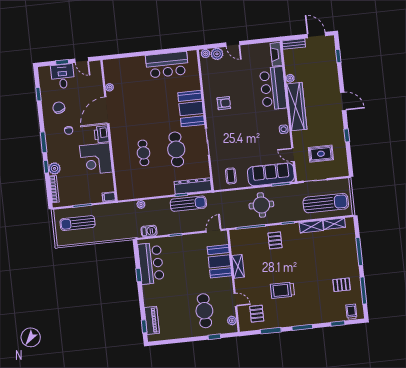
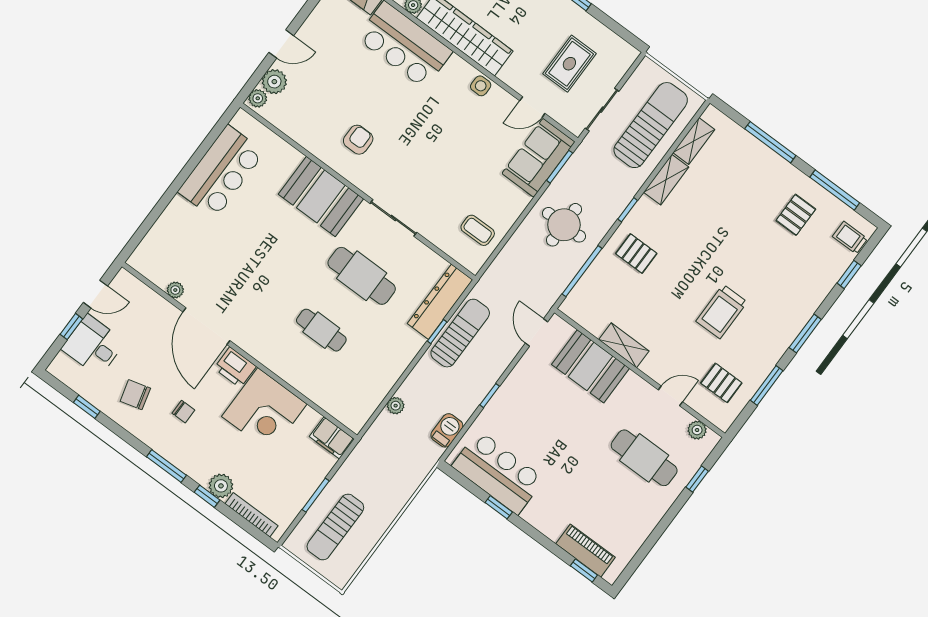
sofa: (271, 174) -> (538, 158), width x0.73
filing cabinet: (109, 197) -> (332, 438), width x2.00

